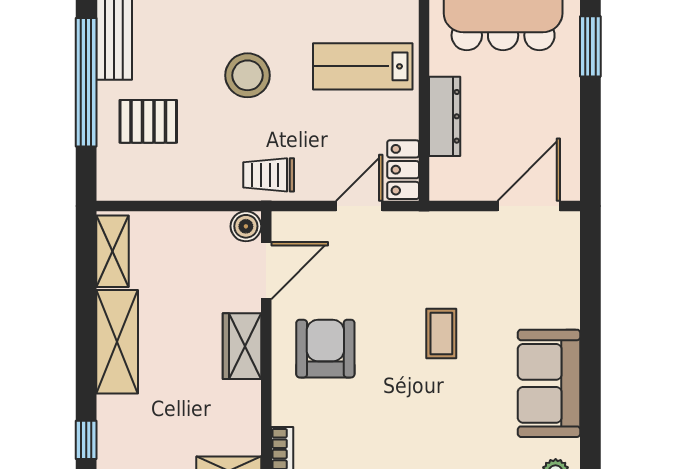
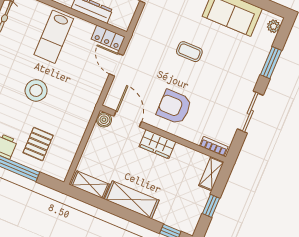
trolley: (269, 175) -> (85, 100), removed

